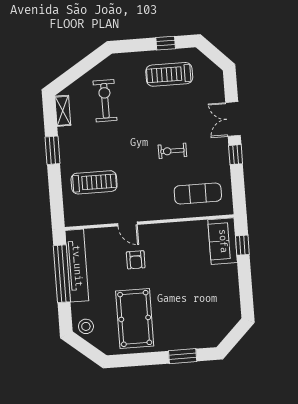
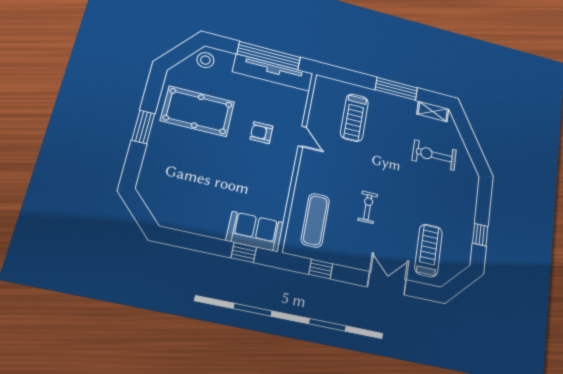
treadmill: (169, 74) -> (429, 250), moved
exercise bike: (105, 101) -> (434, 155), turned 180
window: (52, 150) -> (396, 89), width x1.44
window: (236, 155) -> (321, 269), moved
door: (127, 224) -> (302, 137), swing flipped
window: (183, 356) -> (143, 127), moved

